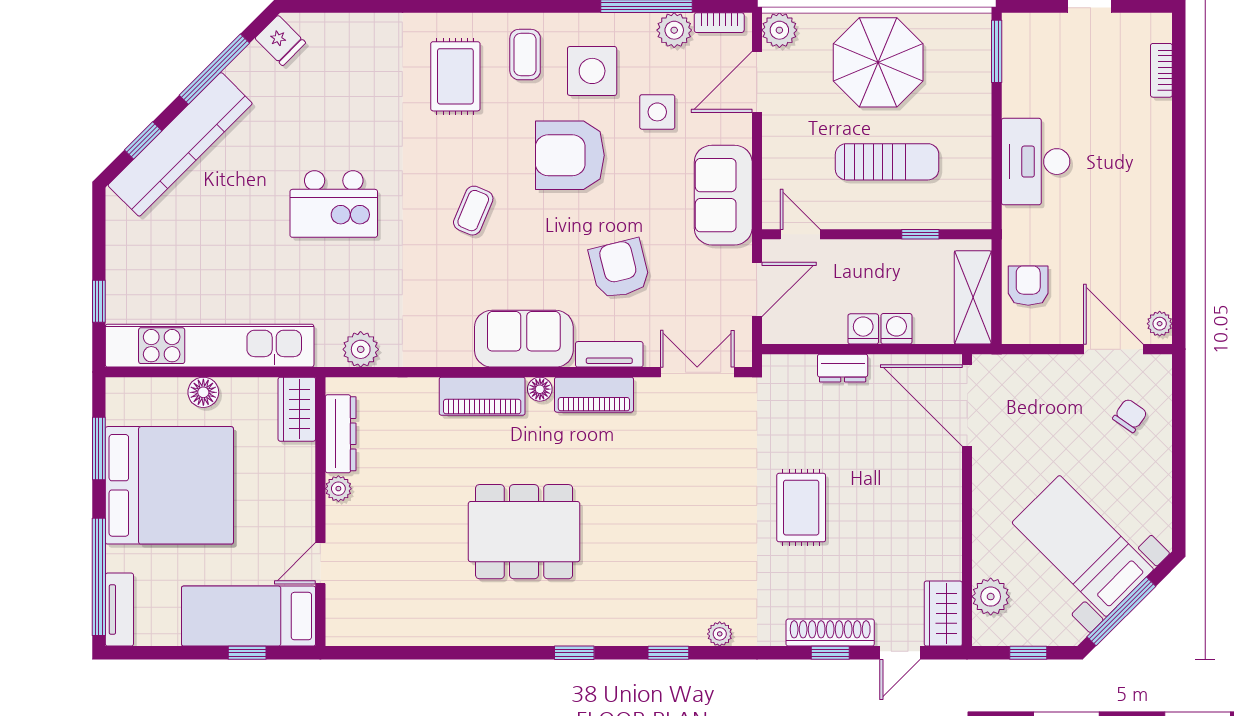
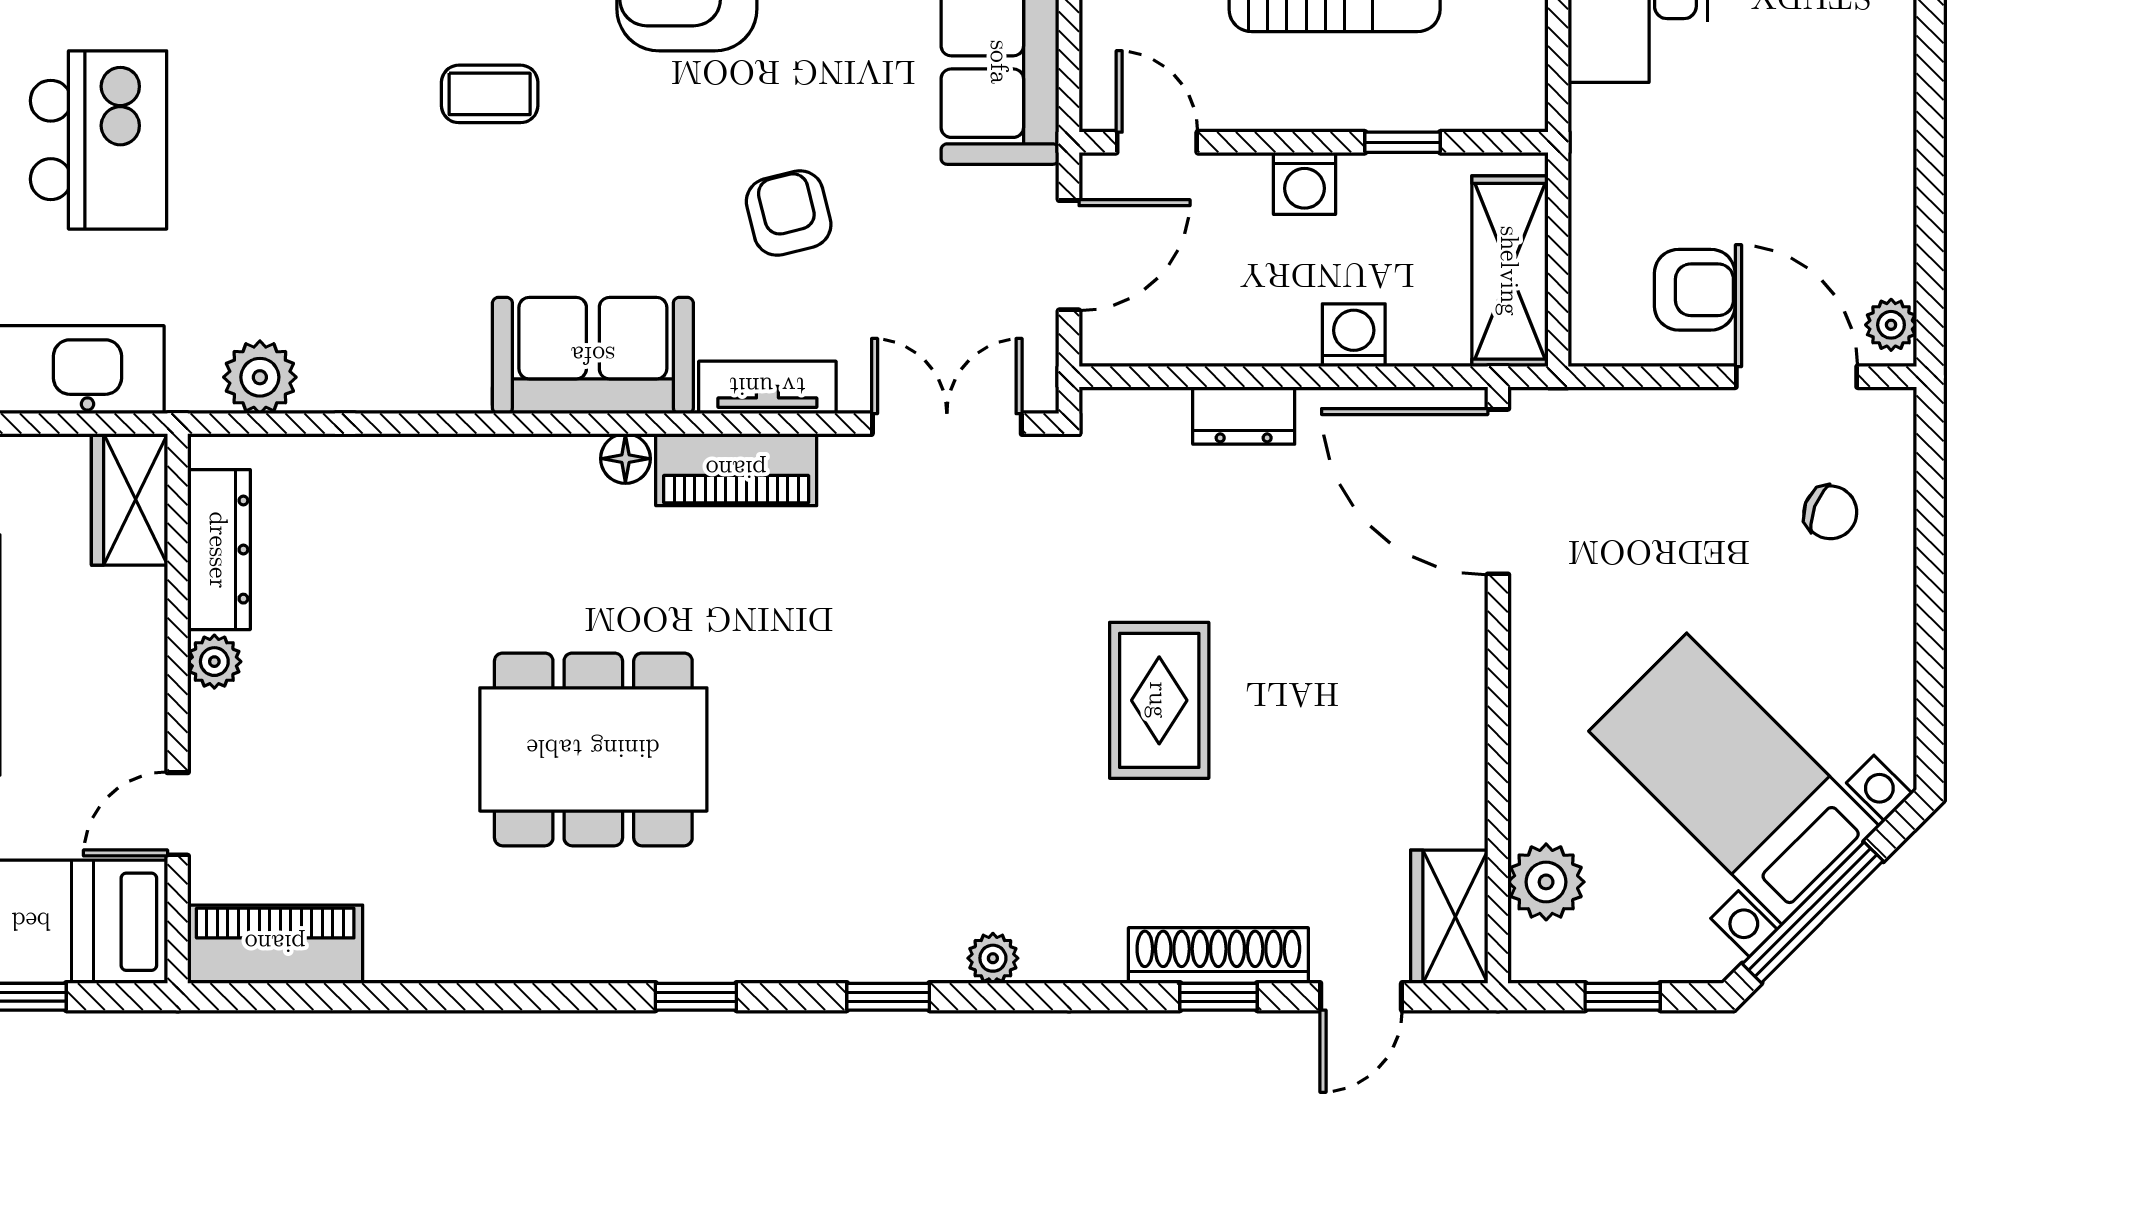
kitchen island: (334, 204) -> (99, 140), moved, turned -90
coffee table: (473, 211) -> (490, 94), turned 67
armchair: (620, 269) -> (789, 213), width x0.72, depth x0.72
armchair: (1028, 286) -> (1695, 290), moved, turned 90
washing machine: (863, 329) -> (1304, 183), moved, turned 180
piano: (482, 396) -> (275, 944), moved, turned 180
chair: (1130, 416) -> (1830, 512), turned 76

